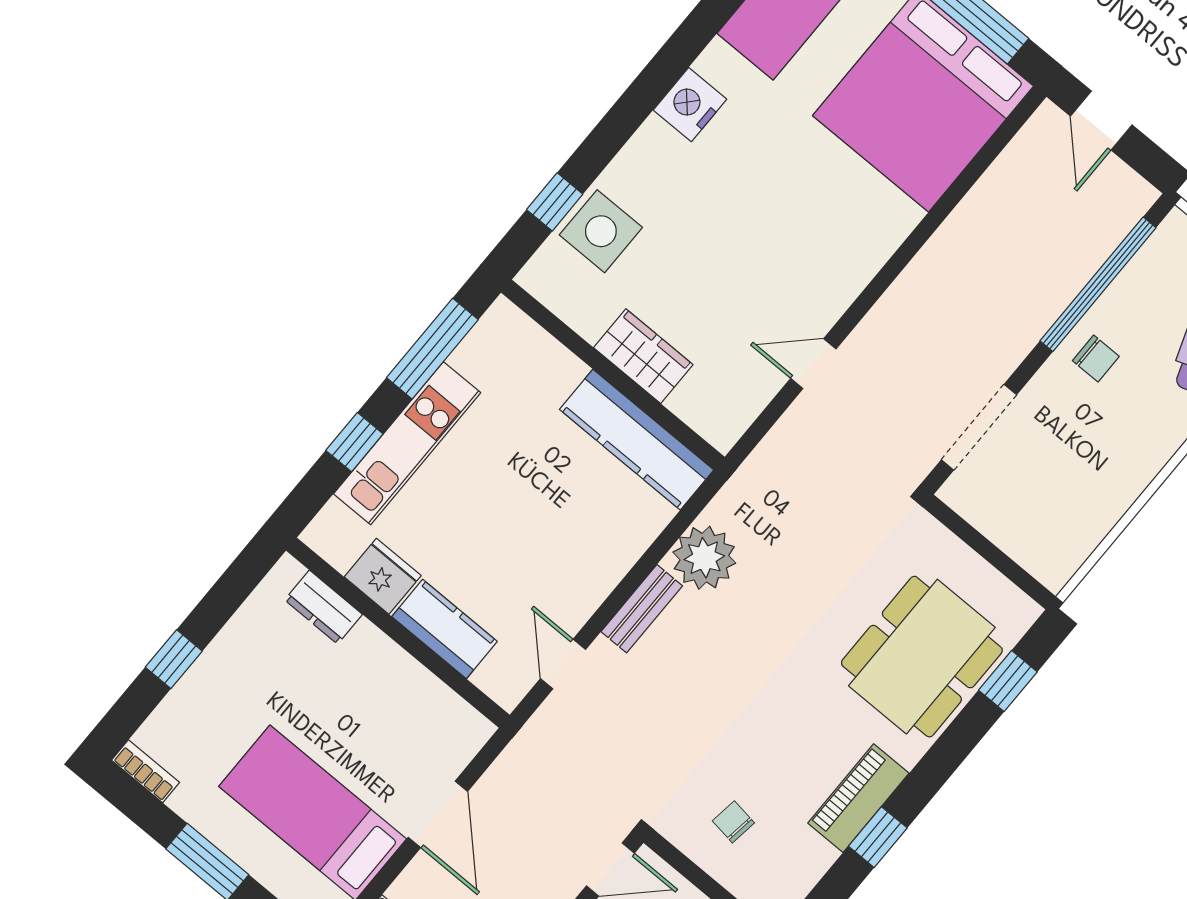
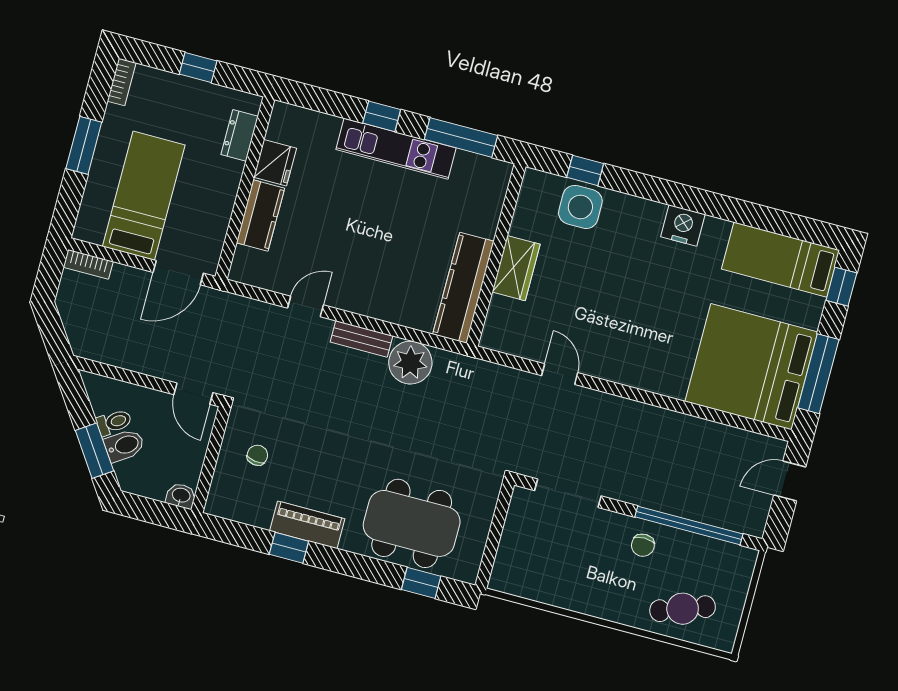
fridge: (383, 576) -> (275, 163), moved
dresser: (323, 607) -> (240, 135), moved
kitchen counter: (444, 629) -> (260, 215), moved
wall: (398, 633) -> (245, 188), moved

